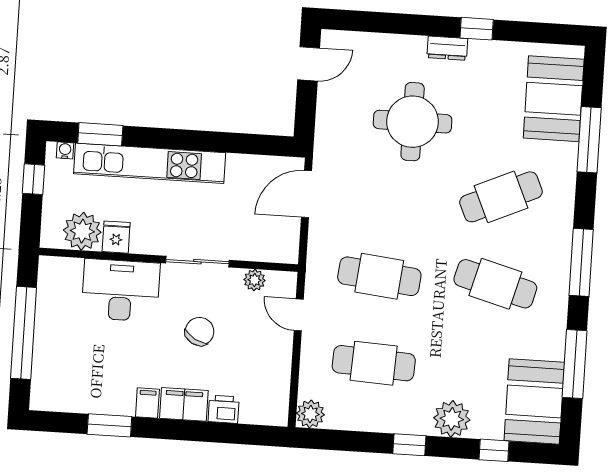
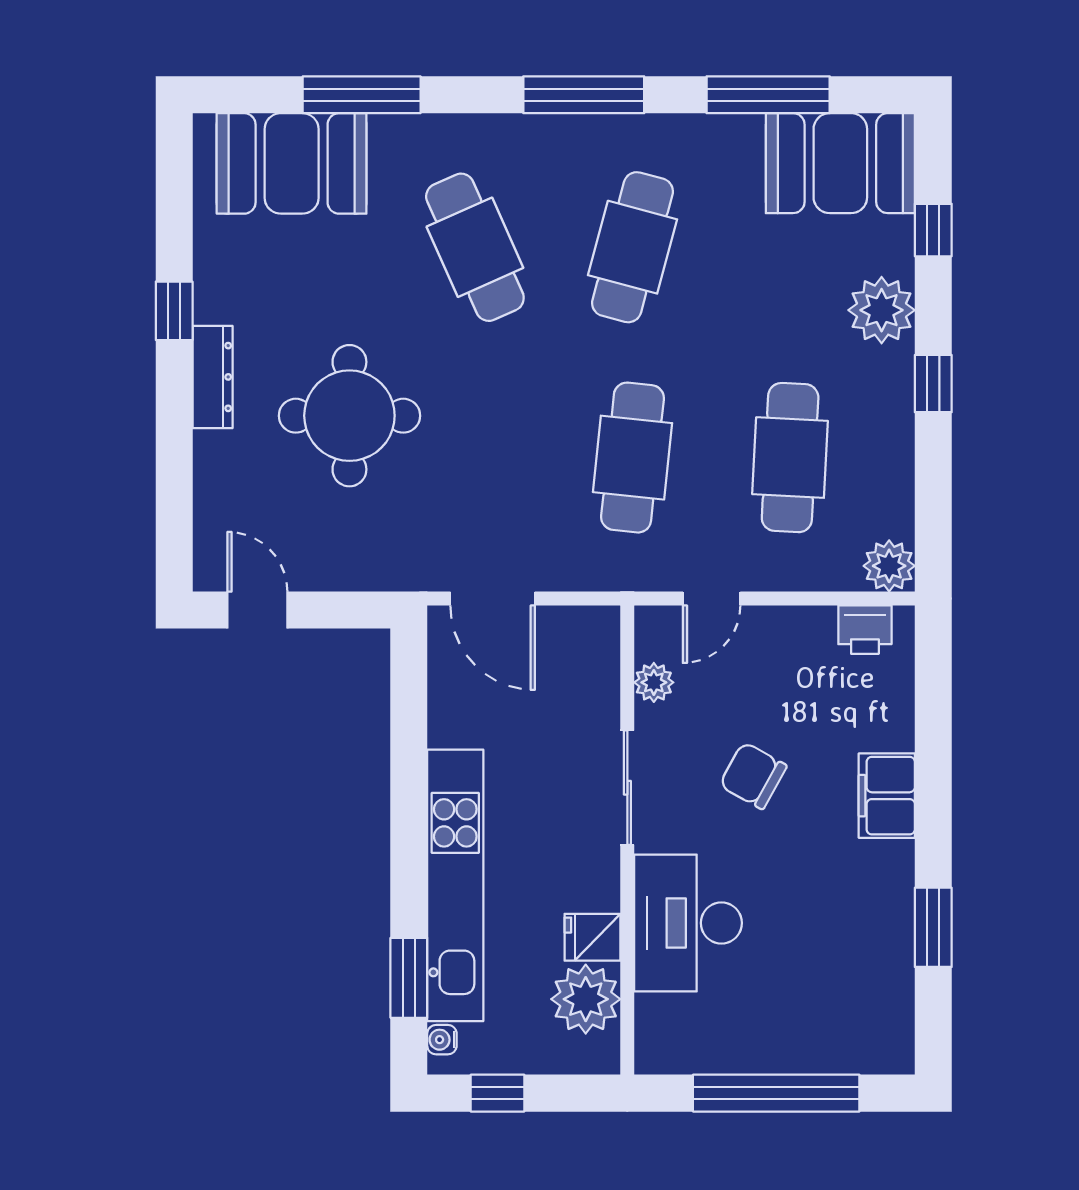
dresser: (447, 48) -> (213, 377), width x1.44
filing cabinet: (147, 403) -> (888, 861), removed
printer: (224, 409) -> (865, 630), moved, turned -90

